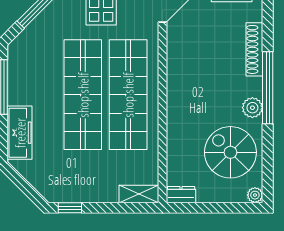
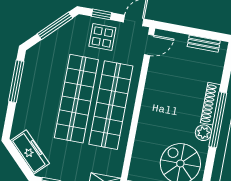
shoe rack: (254, 49) -> (210, 104), moved
freezer: (20, 133) -> (30, 152), moved, turned -45

